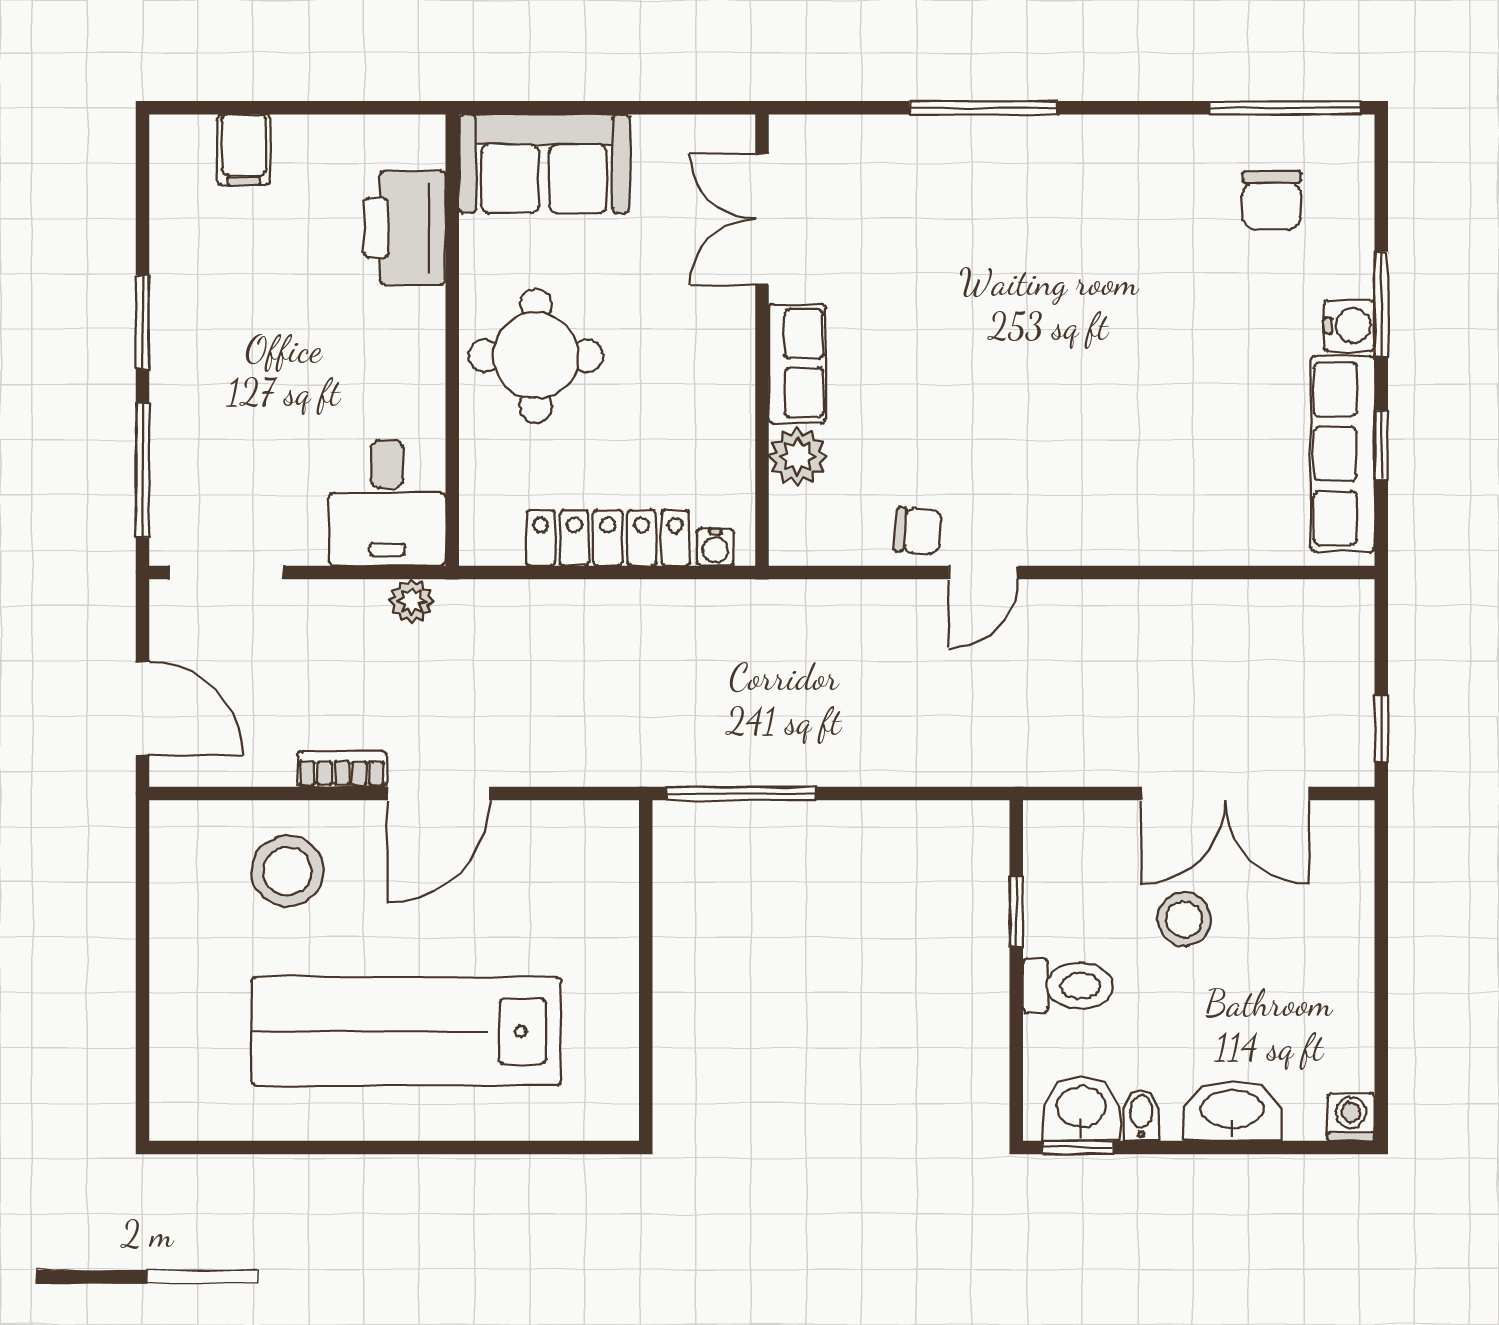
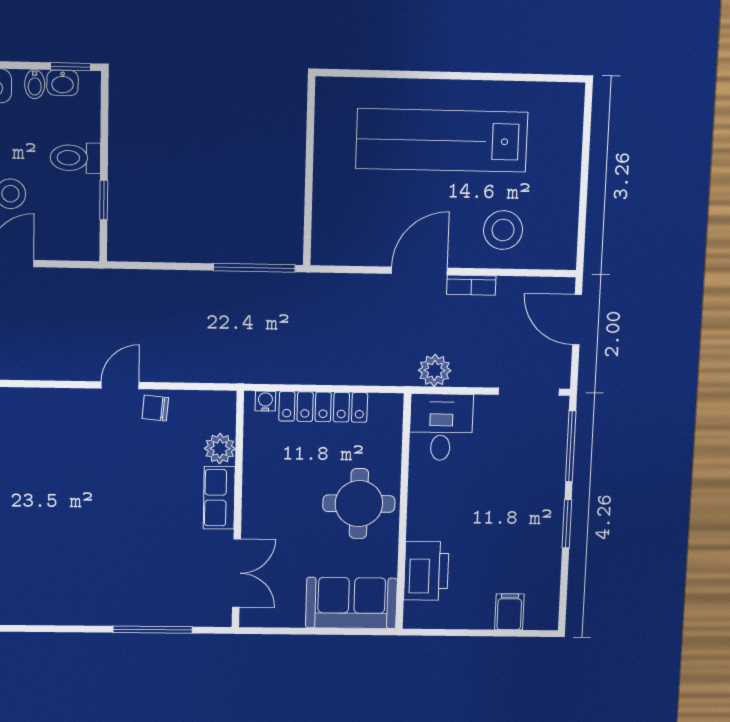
window: (984, 108) -> (153, 630), moved
plant: (412, 601) -> (435, 370), width x1.38, depth x1.38
lab bench: (406, 1031) -> (442, 140), turned 180
washbasin: (1081, 1109) -> (63, 83), width x0.72, depth x0.69

